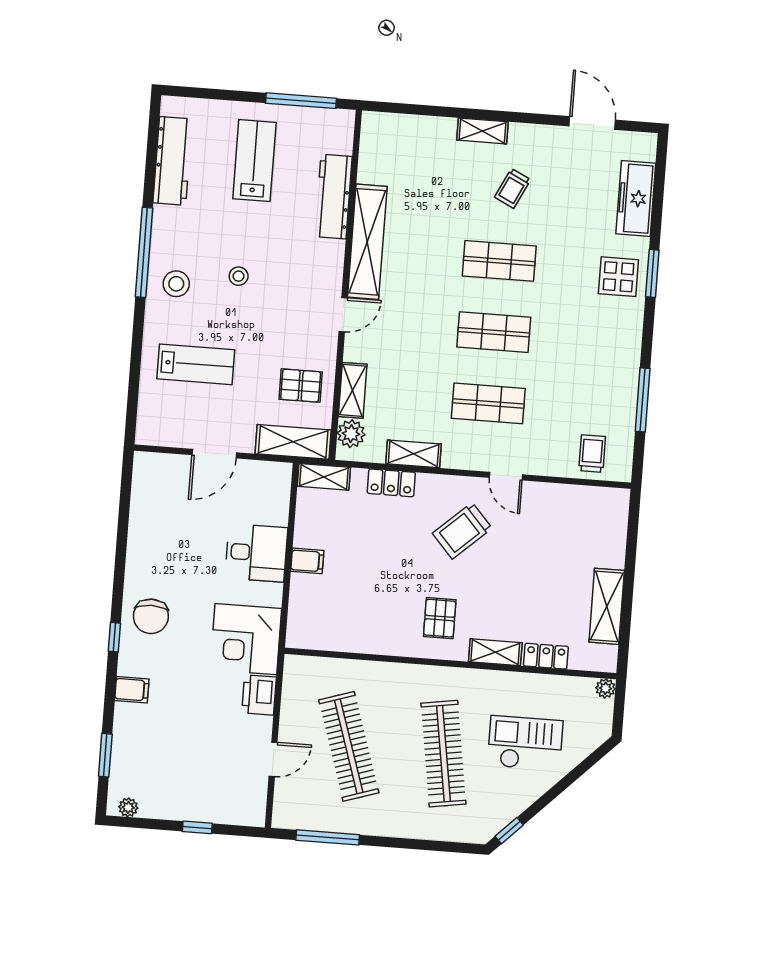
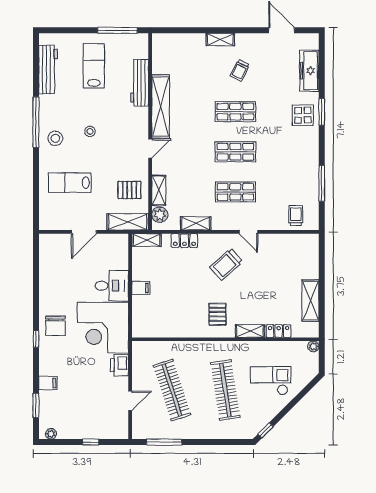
lab bench: (196, 364) -> (70, 183), turned 180
corner desk: (246, 639) -> (103, 328), width x1.36, depth x1.36
filing cabinet: (132, 690) -> (48, 383), moved

